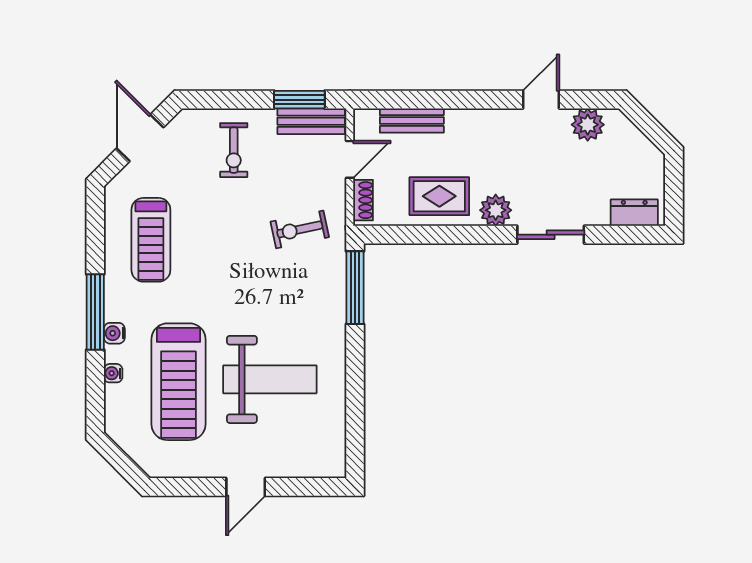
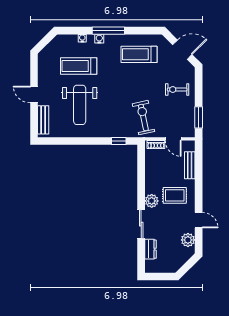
bench: (311, 121) -> (43, 120), moved
rug: (439, 196) -> (175, 195), moved, turned 90
dresser: (634, 213) -> (150, 249), moved
exercise bike: (300, 229) -> (143, 118), width x1.38, depth x1.39
window: (355, 288) -> (119, 141), width x0.46
treadmill: (178, 382) -> (79, 66), width x0.73, depth x0.73

